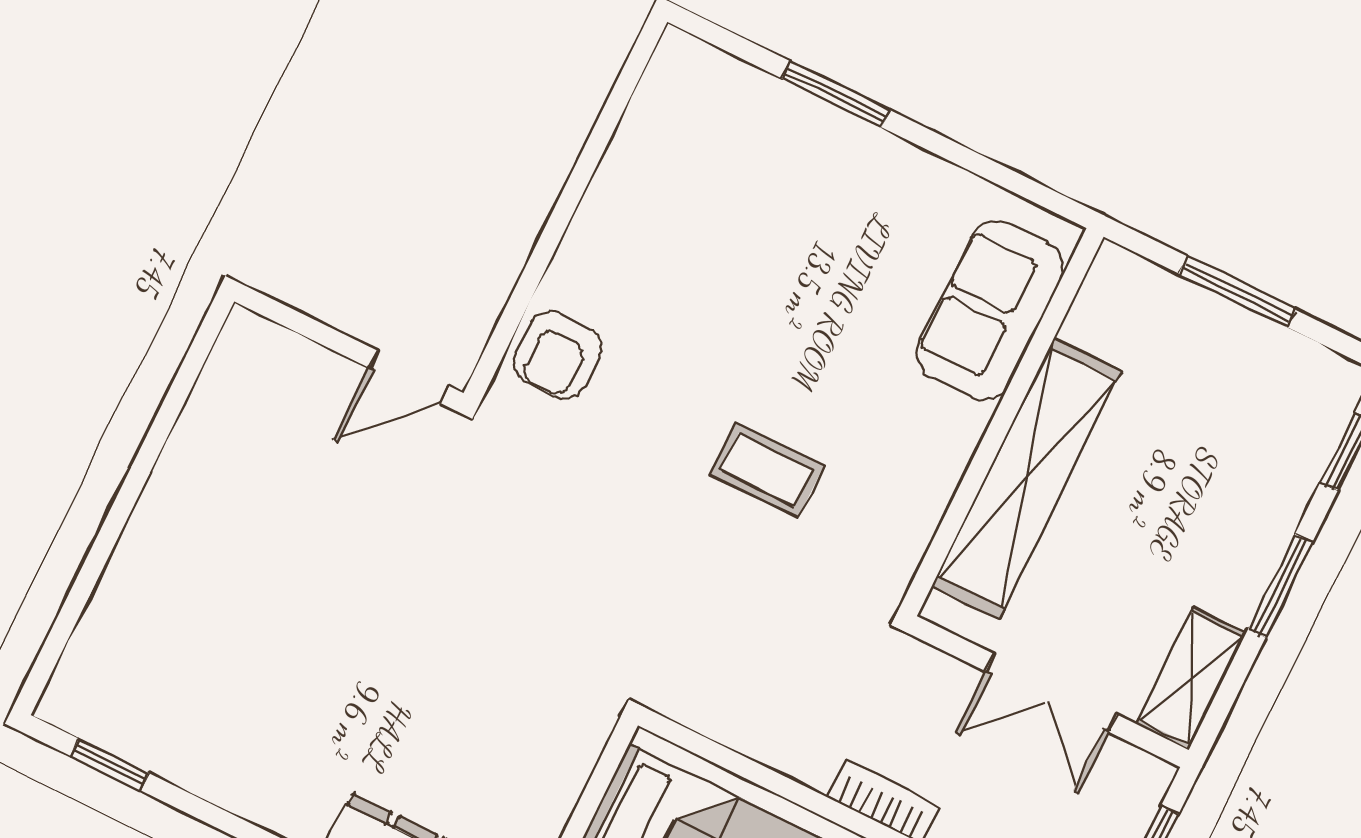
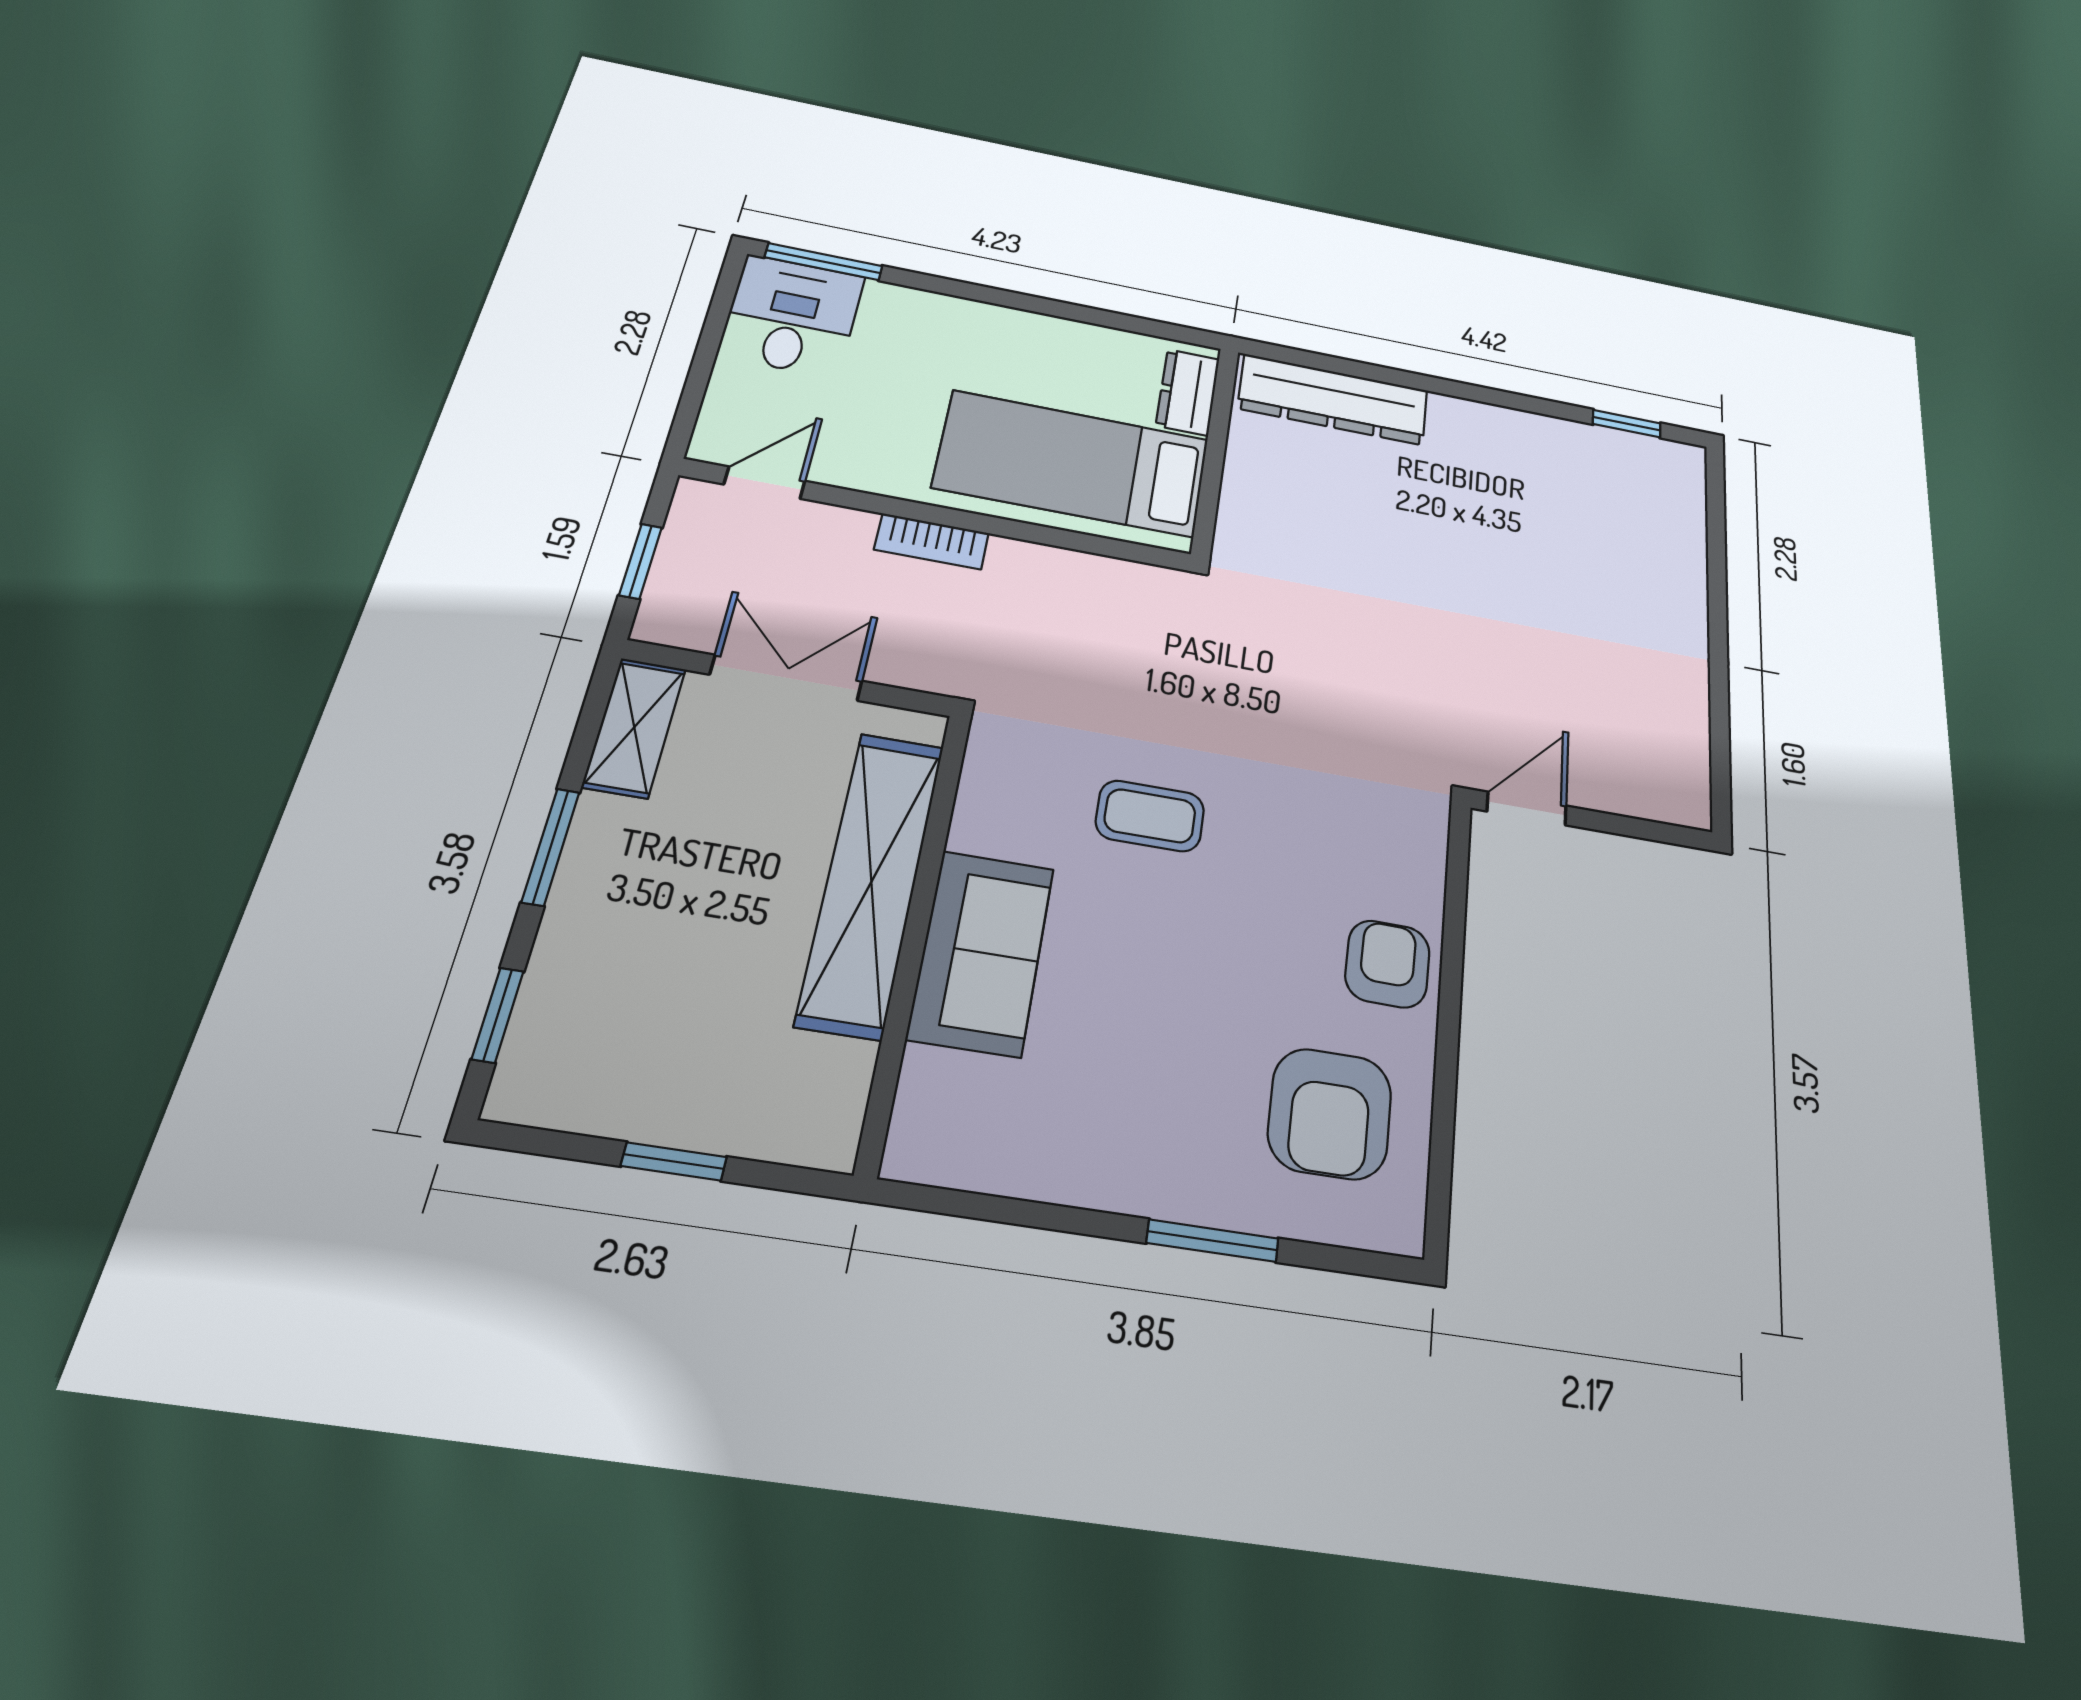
armchair: (702, 162) -> (1330, 1114), added
window: (1237, 292) -> (674, 1161), width x0.67
sofa: (990, 310) -> (981, 952), moved
armchair: (558, 355) -> (1387, 964), moved

